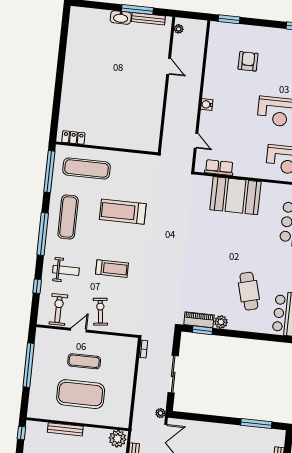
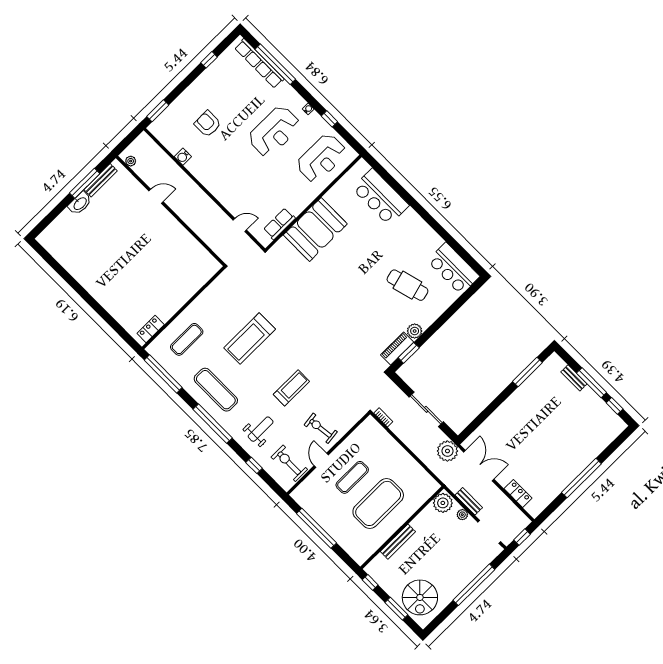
water cooler: (207, 104) -> (183, 157), moved
exercise mat: (87, 168) -> (187, 339), width x0.73, depth x0.69
plant: (160, 413) -> (447, 451), width x1.87, depth x1.87

